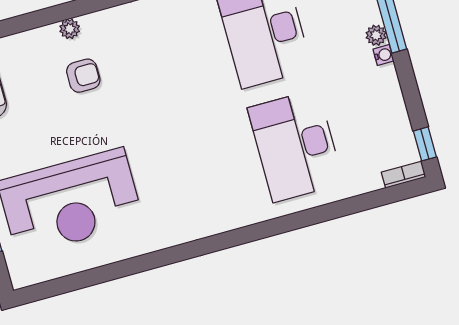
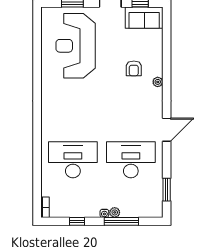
plant: (70, 29) -> (158, 82), moved
window: (425, 144) -> (77, 221), moved

